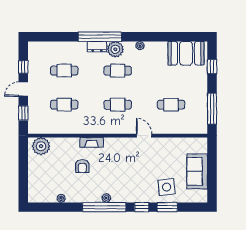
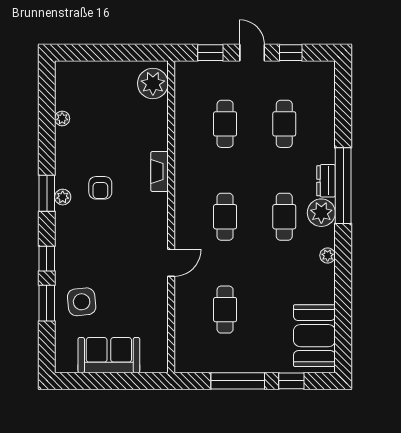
window: (212, 109) -> (238, 381), moved
armchair: (82, 166) -> (100, 188), moved, turned -90
window: (104, 207) -> (47, 193), width x0.47

